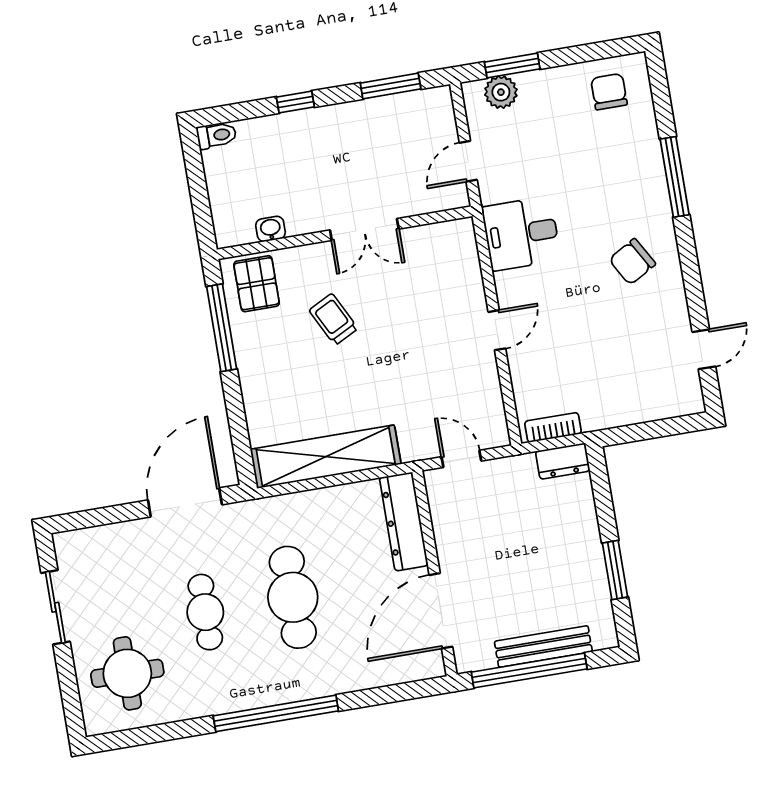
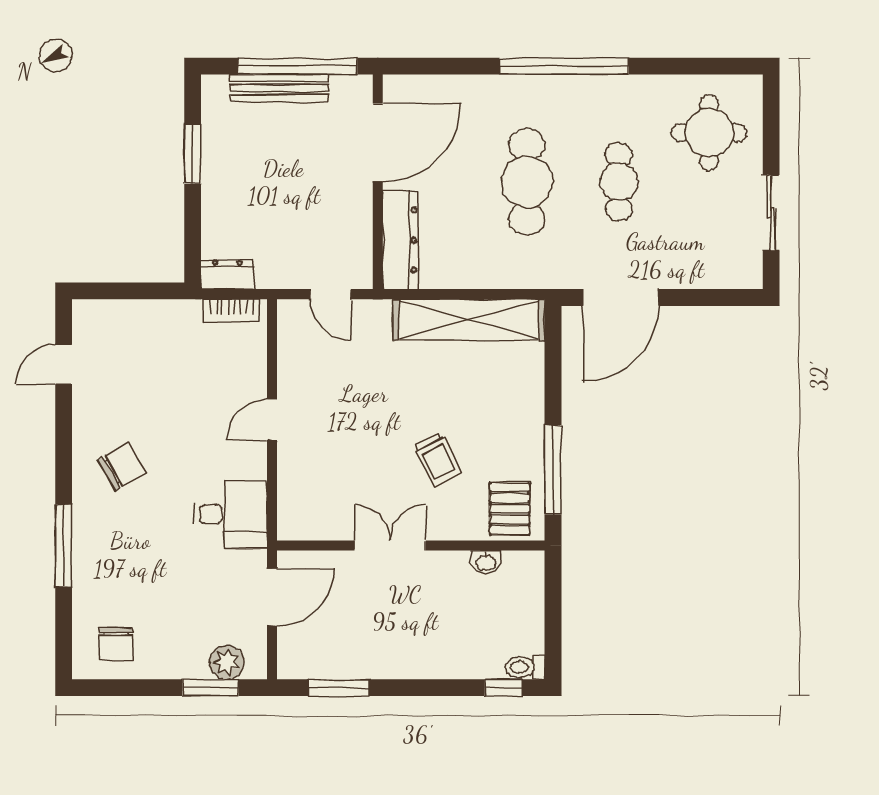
window: (295, 102) -> (503, 688), moved
door: (468, 161) -> (272, 597), width x1.38

